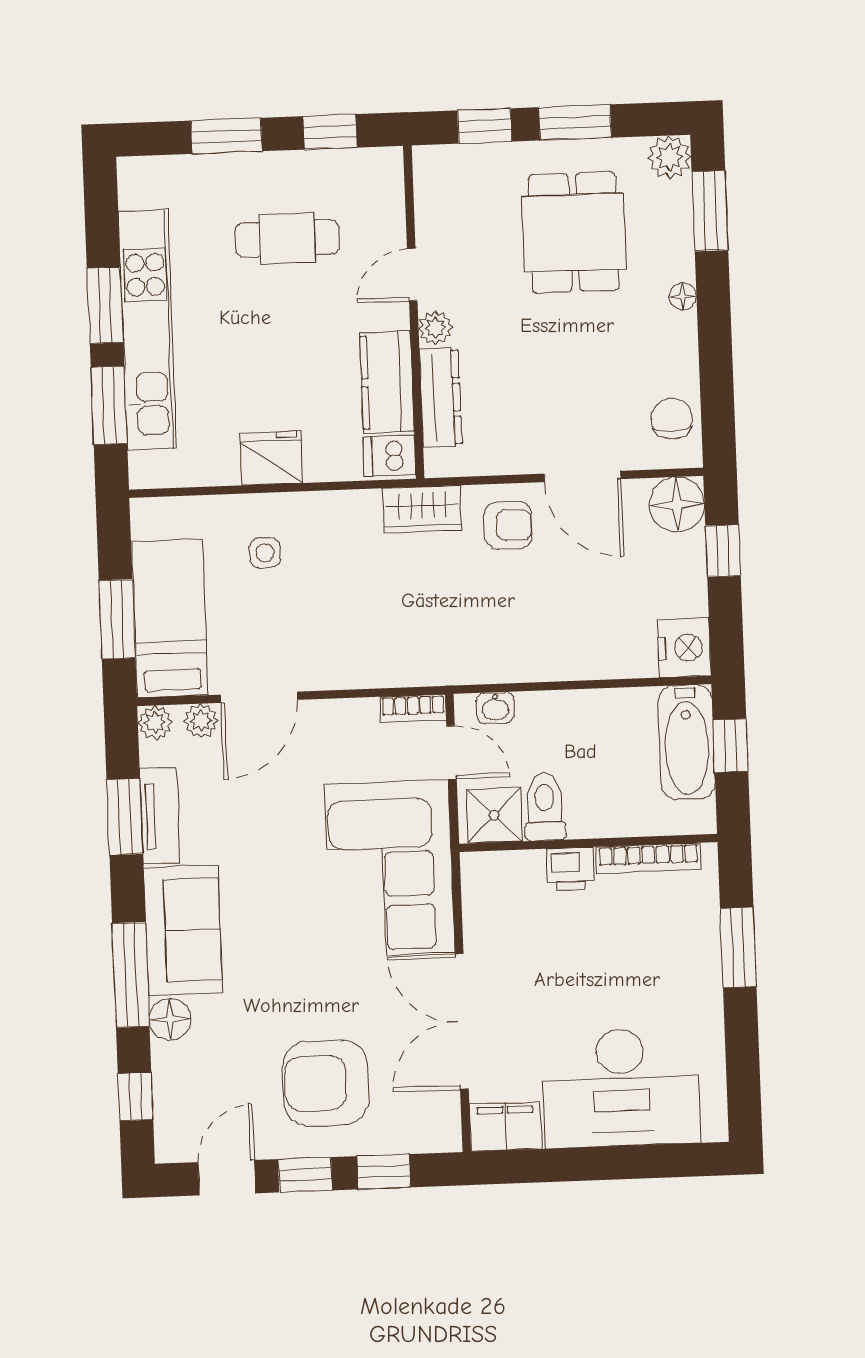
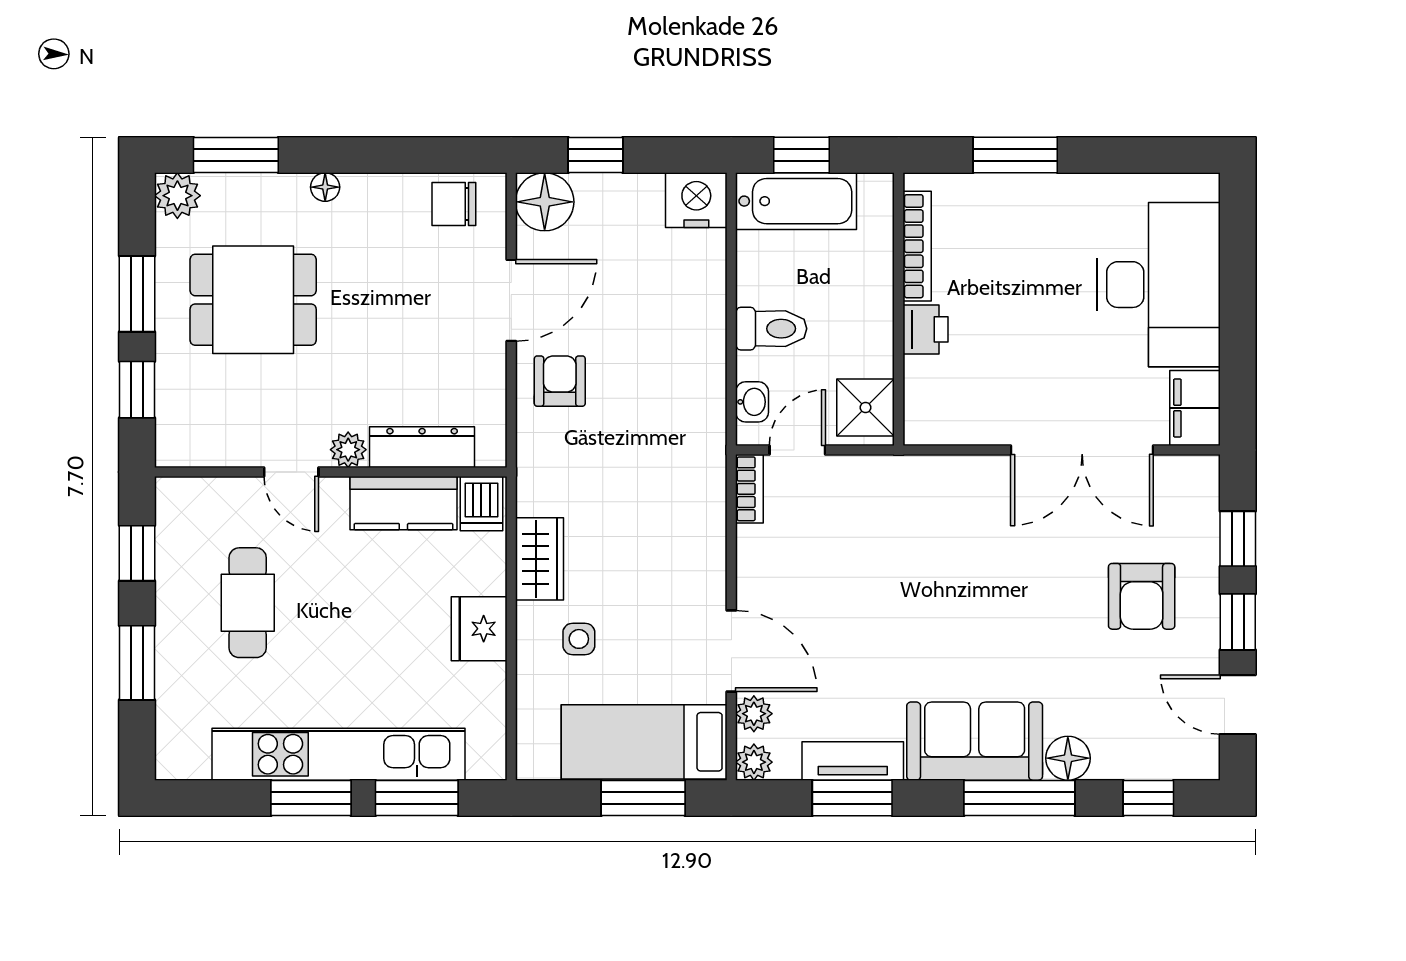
wardrobe: (422, 509) -> (539, 559), moved
toilet: (545, 807) -> (771, 329), moved, turned 180
corner sofa: (390, 869) -> (918, 520), removed
armchair: (326, 1083) -> (1142, 596), width x0.73, depth x0.73

